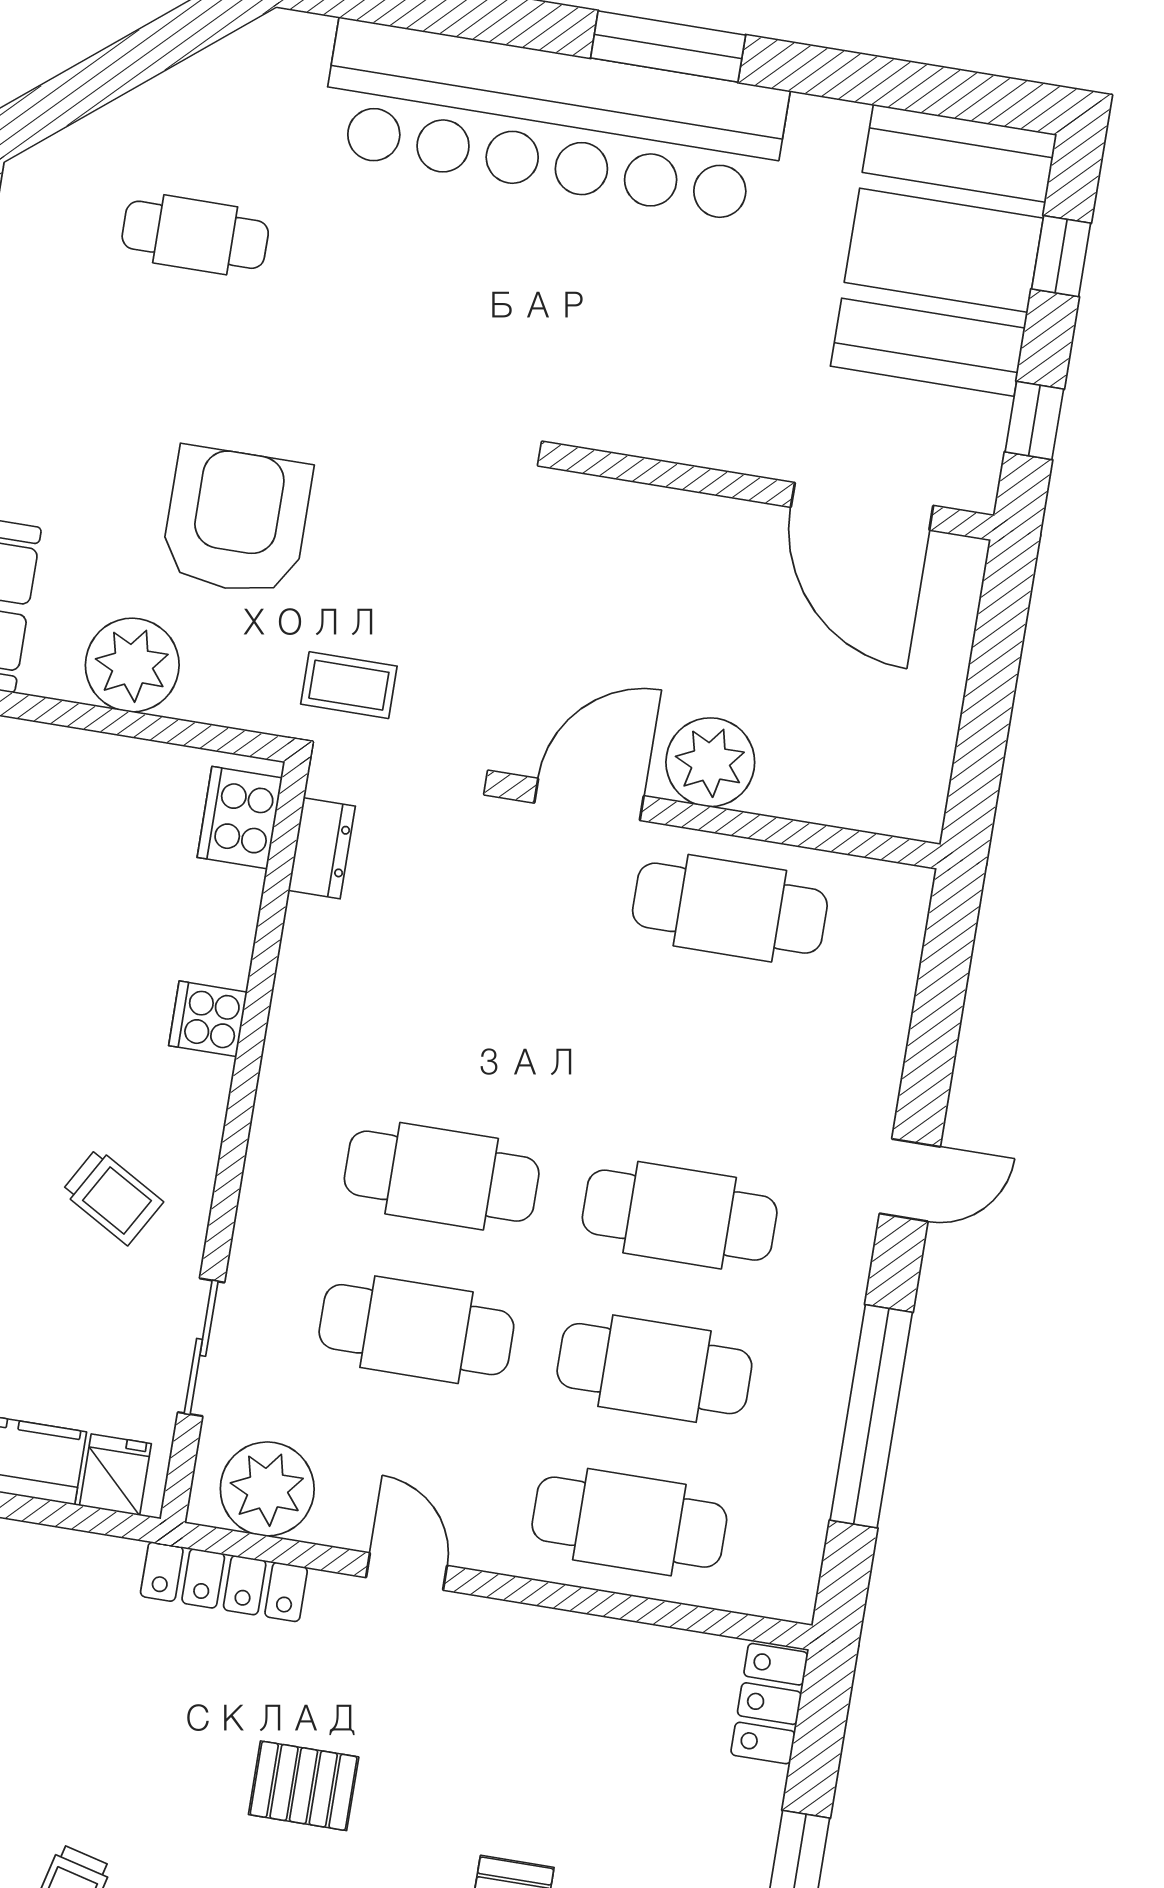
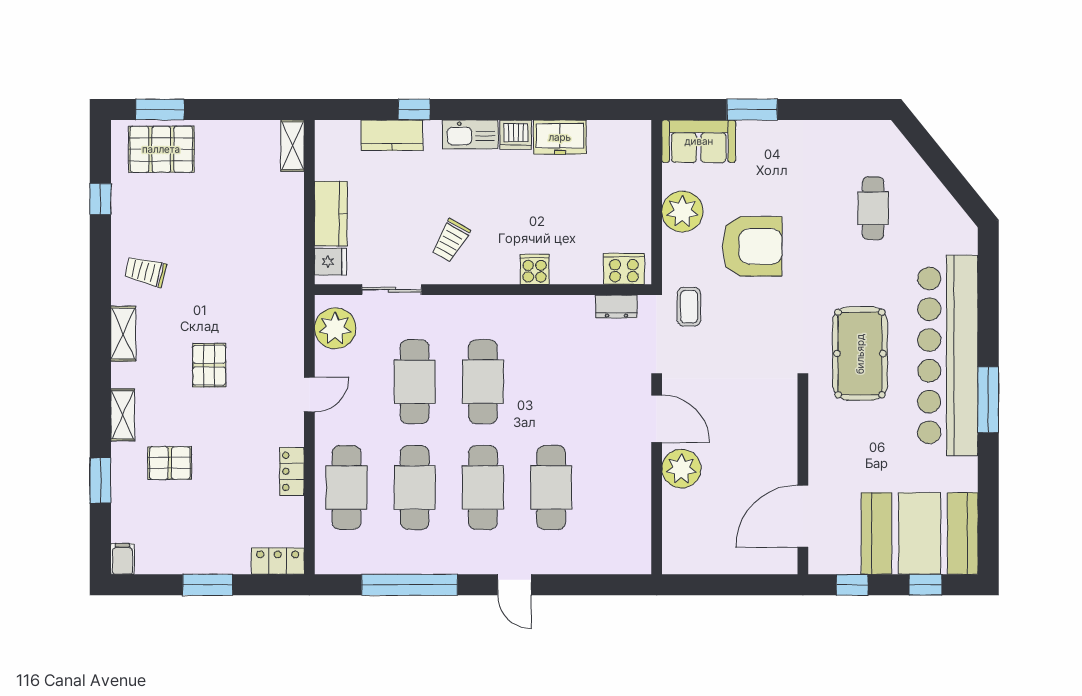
pool table: (517, 318) -> (860, 354), added
cafe table: (730, 908) -> (551, 488), moved
locker: (224, 1582) -> (292, 471), moved, width x0.66

